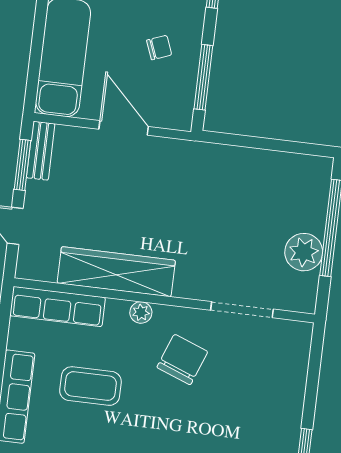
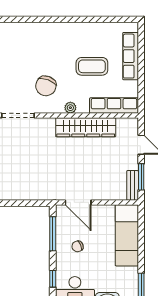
door: (124, 128) -> (78, 202), moved

